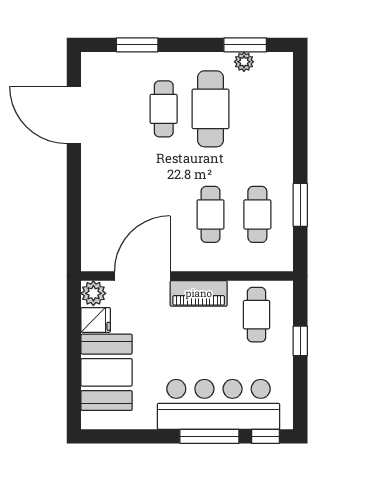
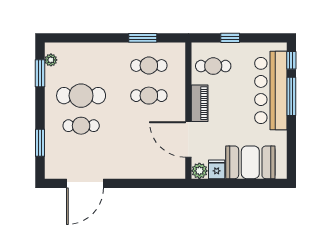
plant: (244, 62) -> (51, 60), moved

